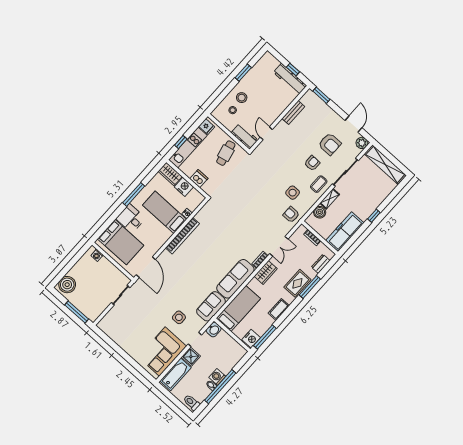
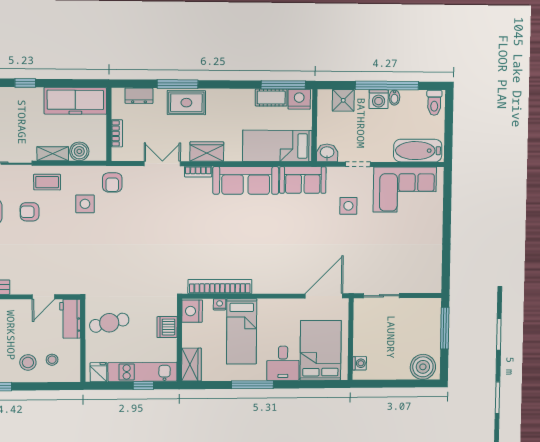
nightstand: (184, 187) -> (192, 311), moved
bookcase: (182, 236) -> (220, 287), moved
cot: (279, 309) -> (271, 98), moved
shower: (191, 357) -> (343, 100), moved

